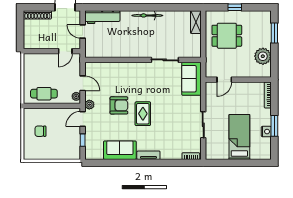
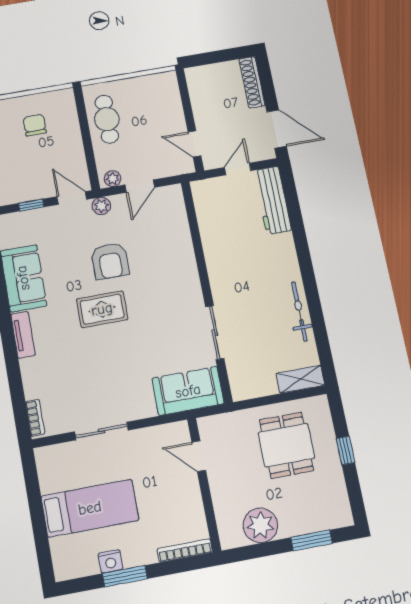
bicycle: (147, 15) -> (299, 311), moved

